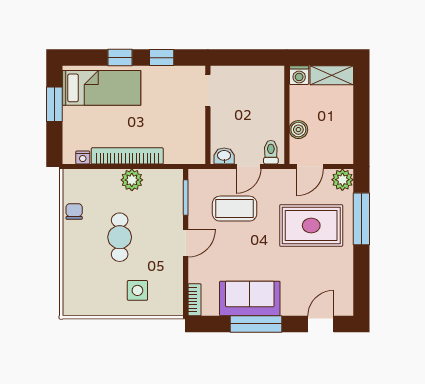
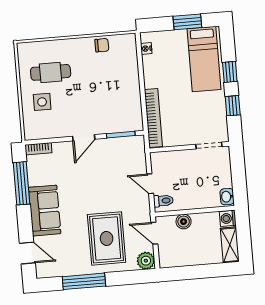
bookcase: (127, 156) -> (153, 118), moved
washbasin: (224, 156) -> (227, 197), moved, turned 180
plant: (132, 180) -> (131, 90), removed
coffee table: (235, 209) -> (115, 175), removed
window: (361, 219) -> (84, 281), moved
cafe table: (120, 237) -> (51, 72), moved
door: (186, 243) -> (84, 138), hinge flipped
sofa: (250, 298) -> (45, 211), moved
window: (256, 324) -> (21, 183), moved

